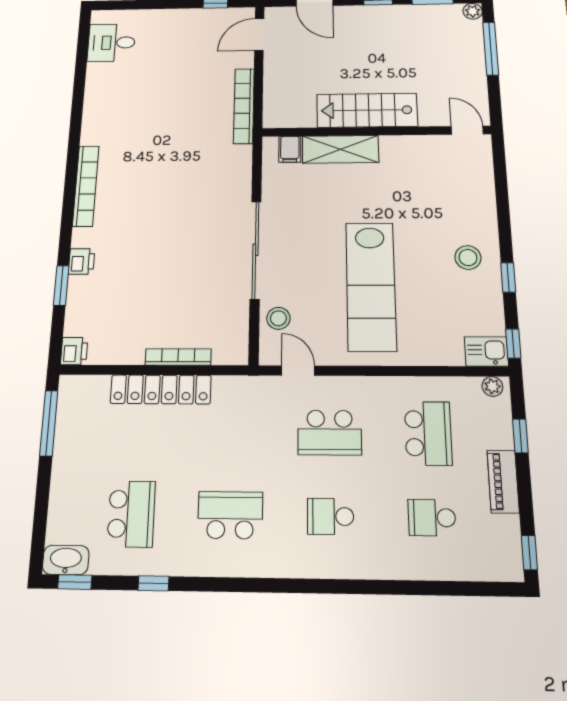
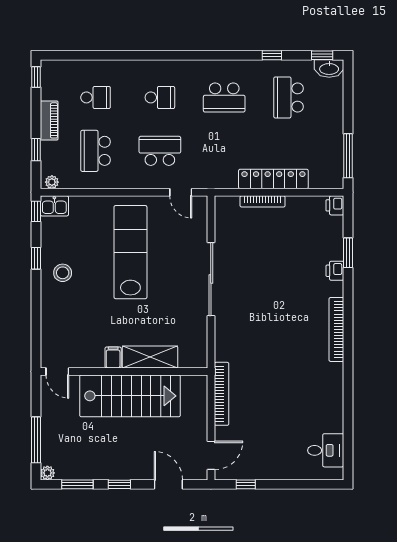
stairs: (367, 110) -> (130, 396), width x1.36, depth x1.51
filing cabinet: (290, 149) -> (113, 357), moved
stool: (278, 318) -> (194, 229), removed

